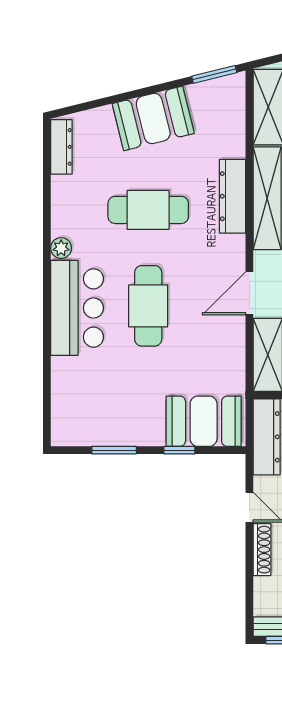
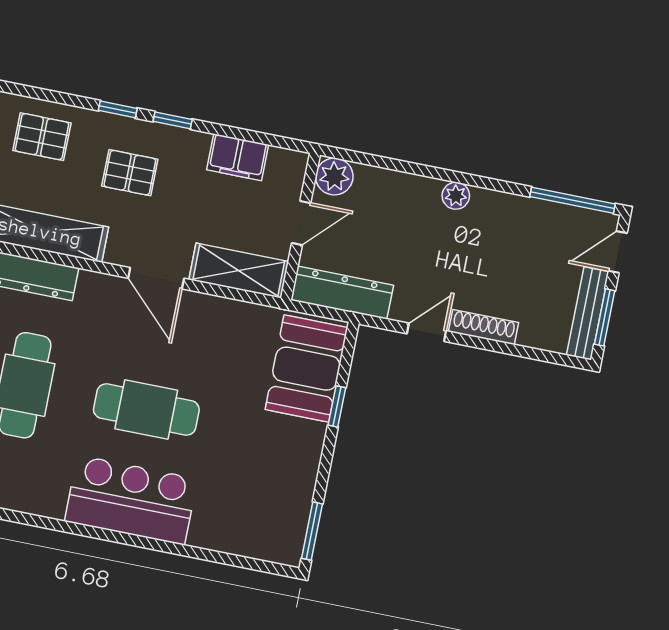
plant: (61, 248) -> (51, 505), removed
window: (114, 450) -> (312, 531), moved

